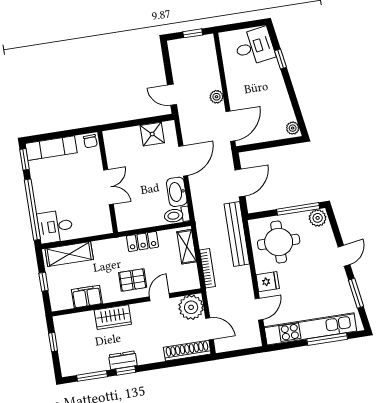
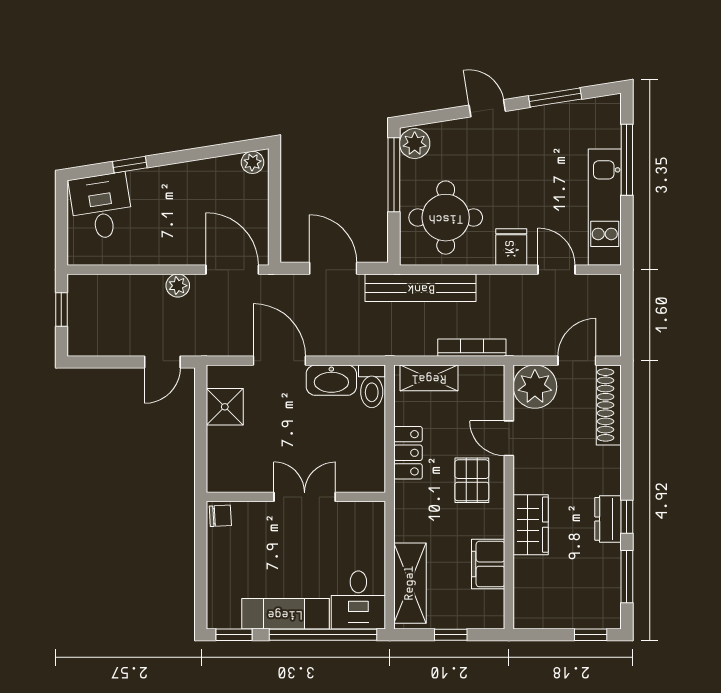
exam couch: (51, 148) -> (285, 614), moved, turned -90
kitchen unit: (310, 329) -> (605, 207), width x0.73
window: (53, 342) -> (591, 635), moved

